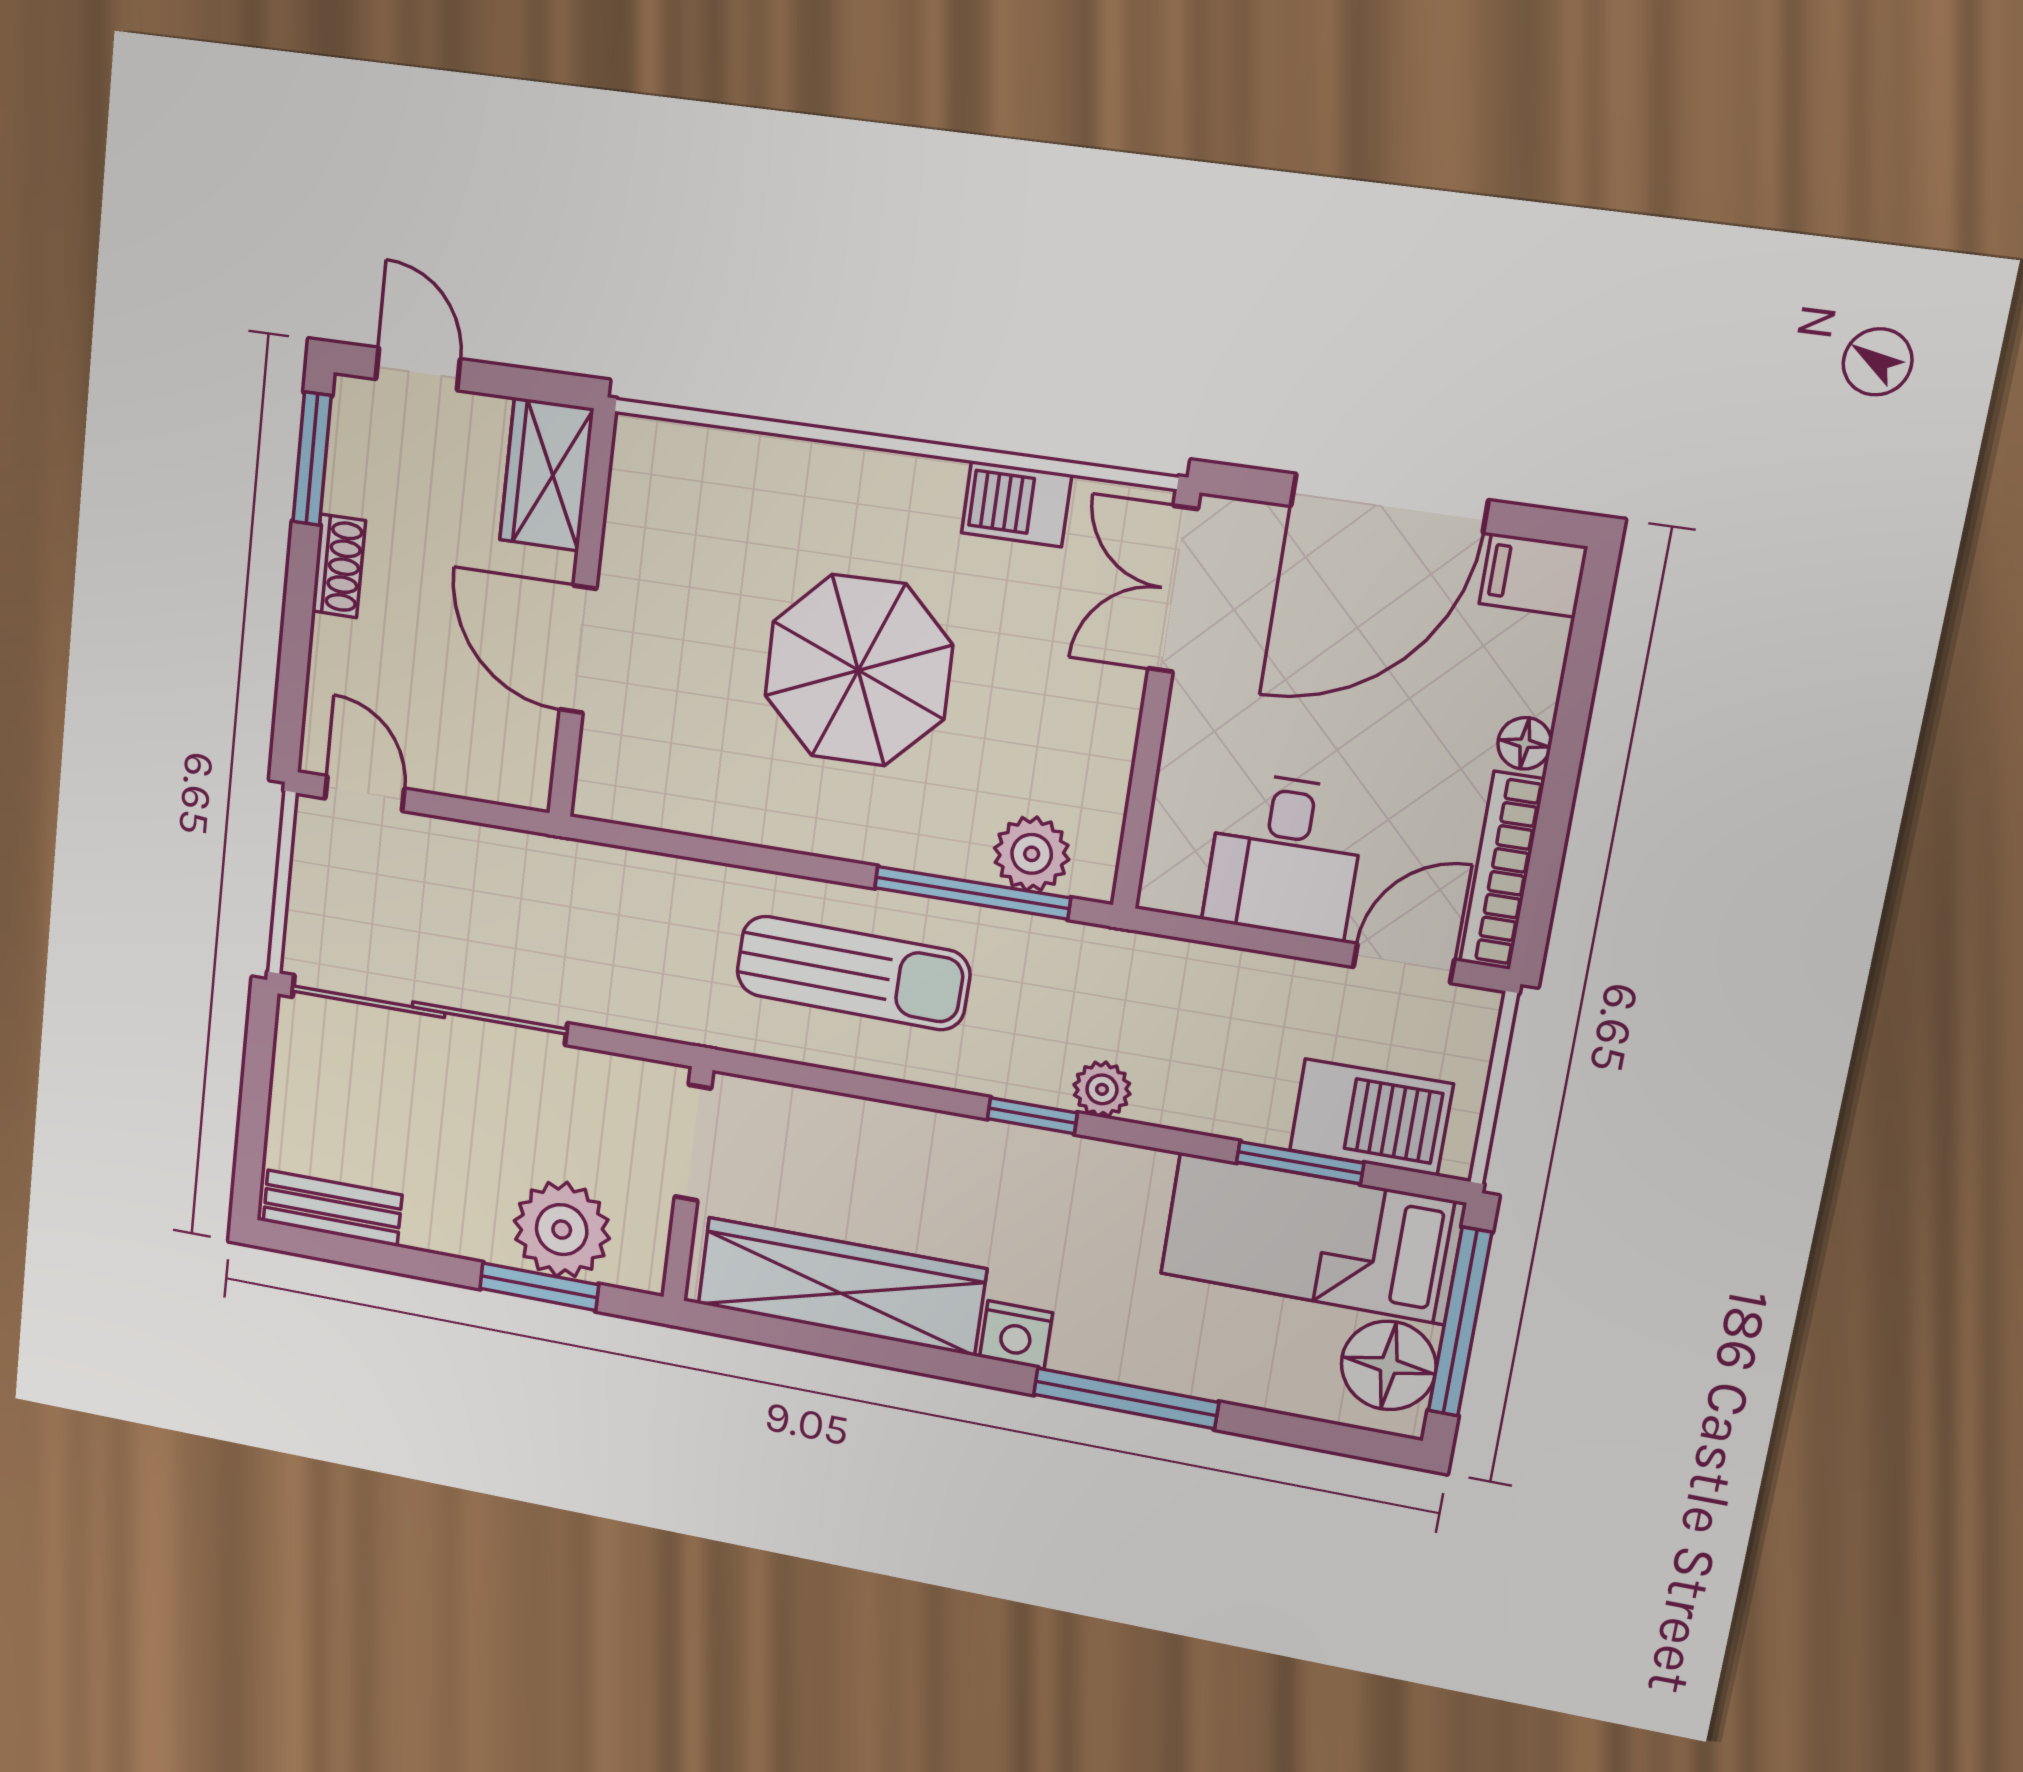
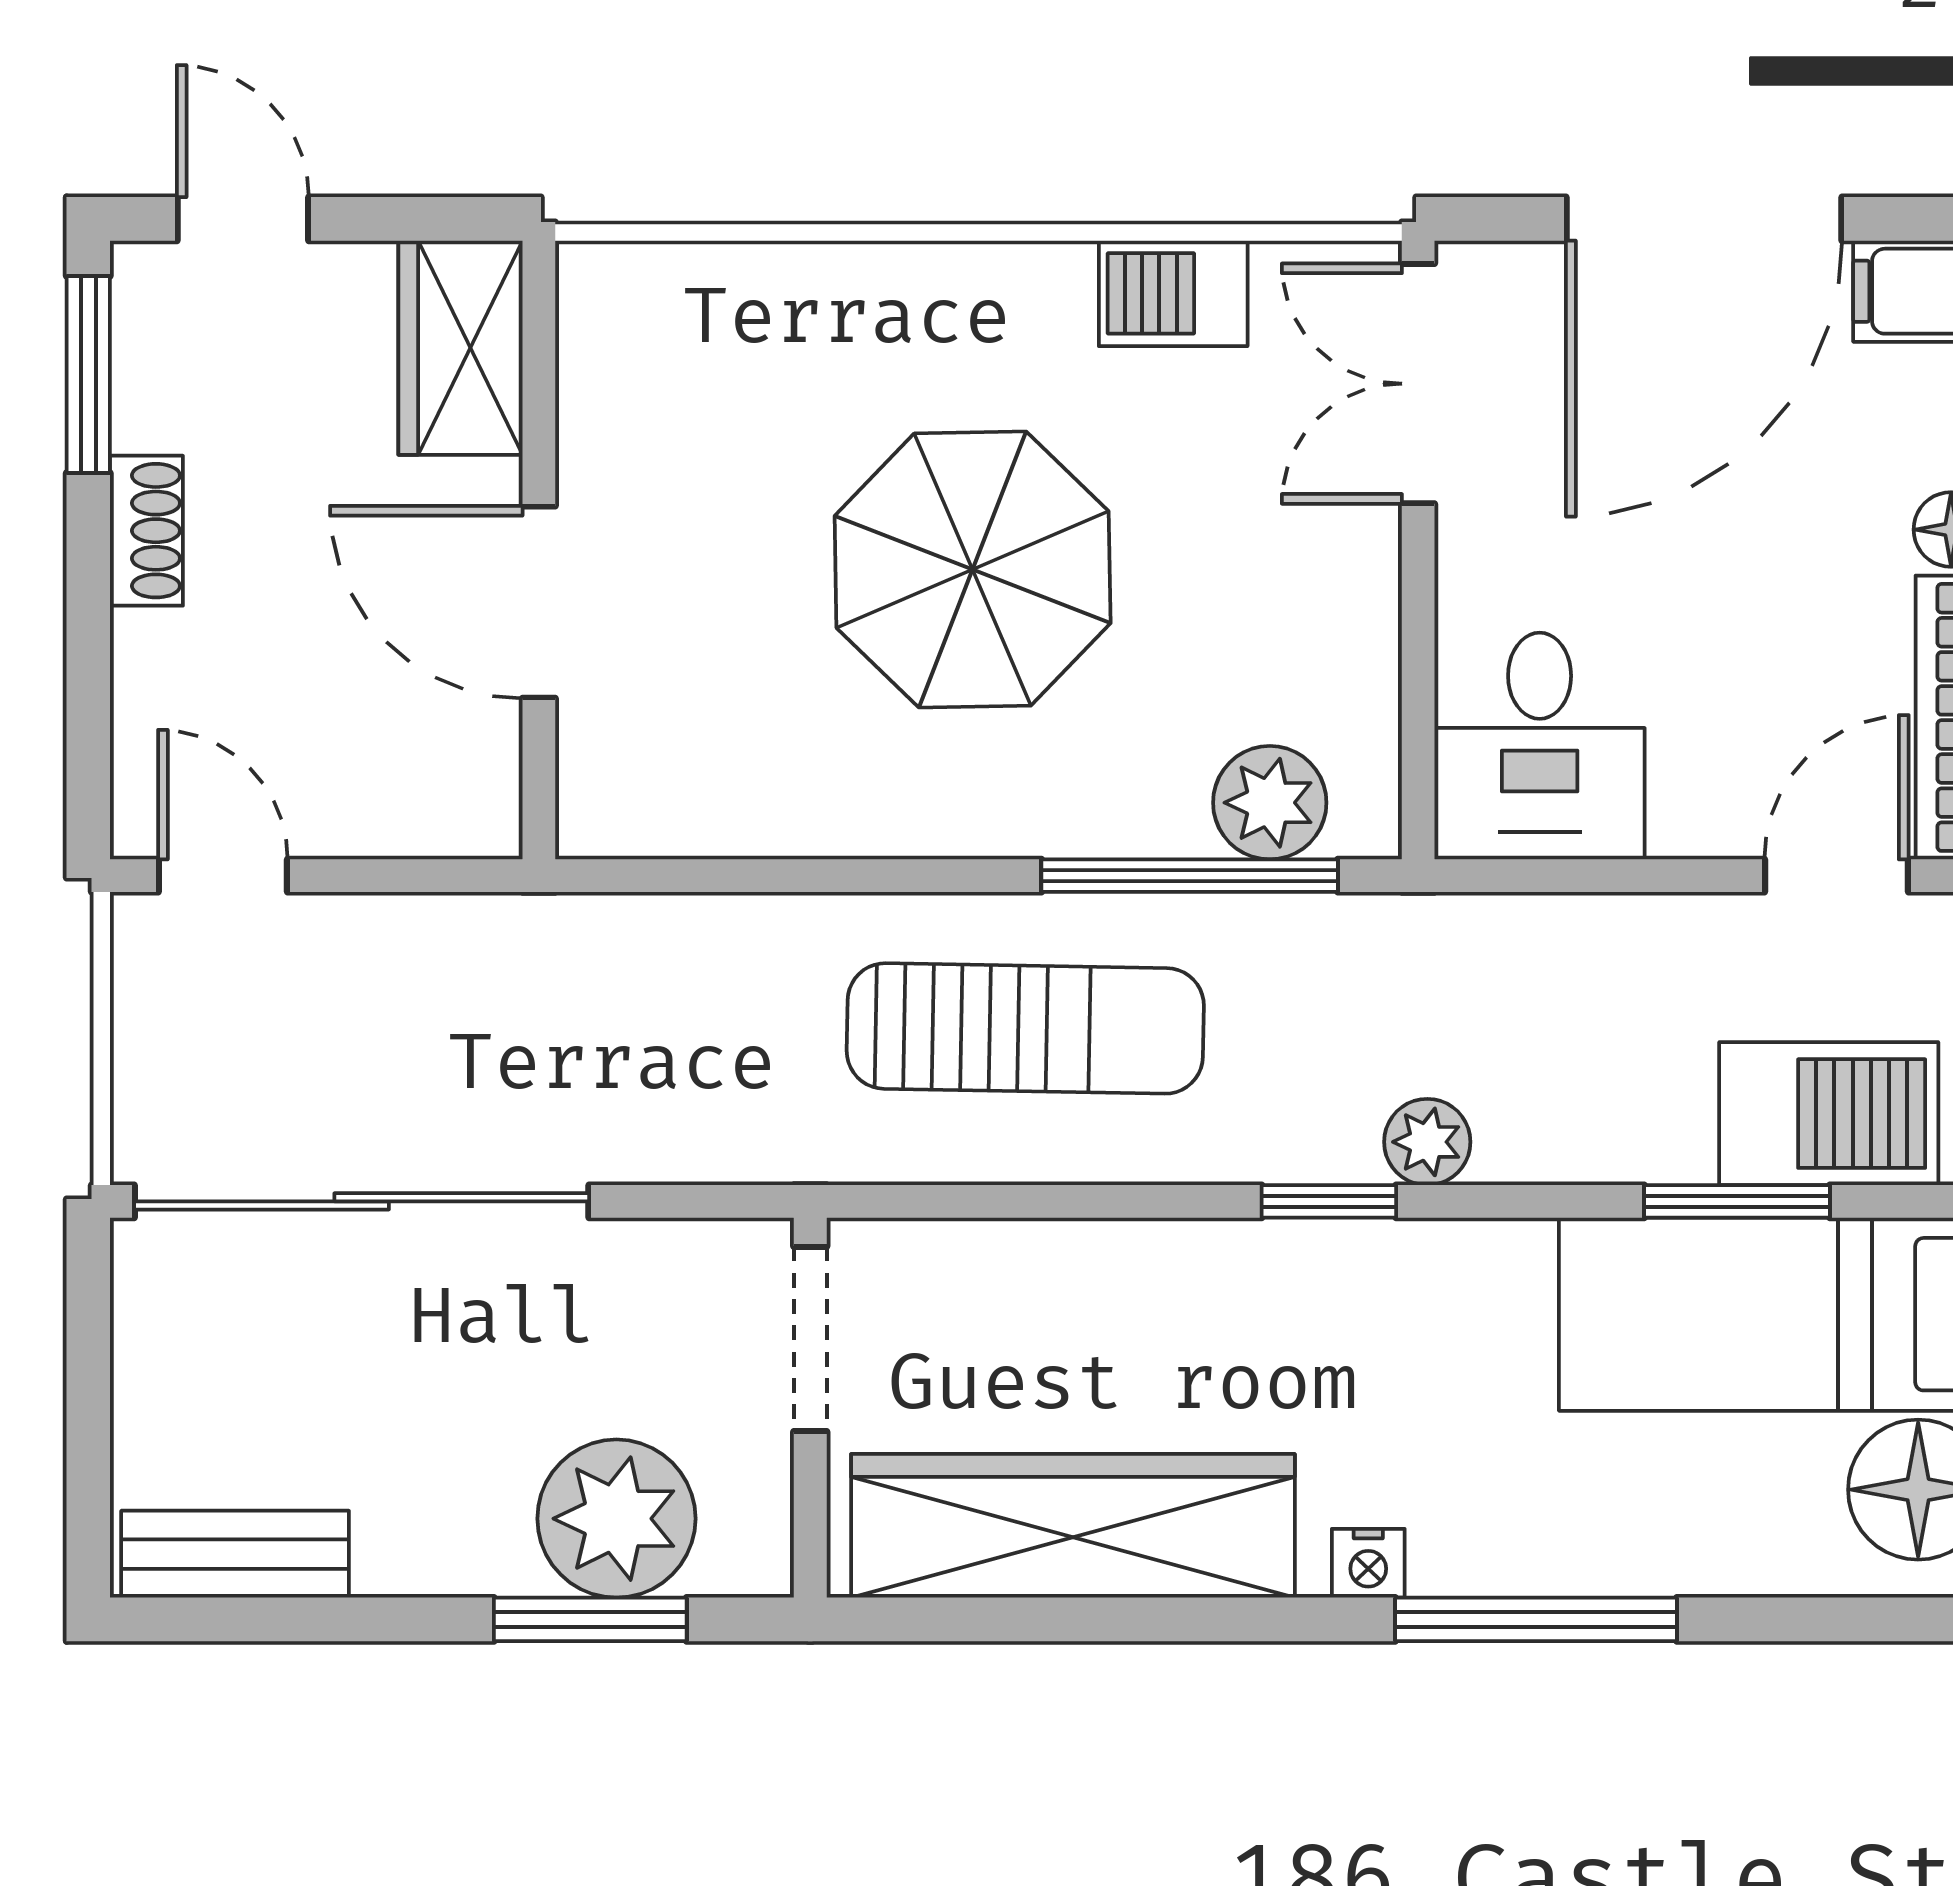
desk: (1285, 856) -> (1540, 746), moved
nightstand: (1016, 1335) -> (1368, 1563), width x0.72, depth x0.74

